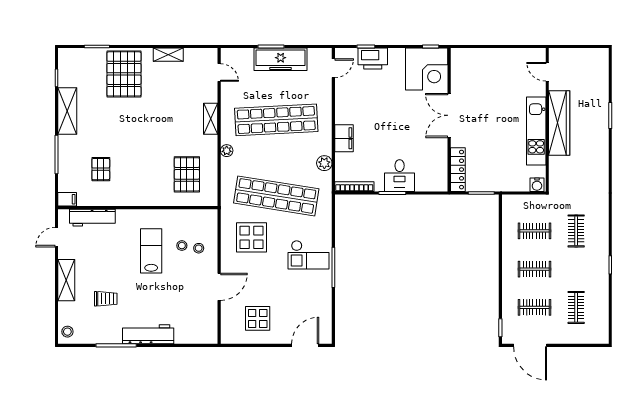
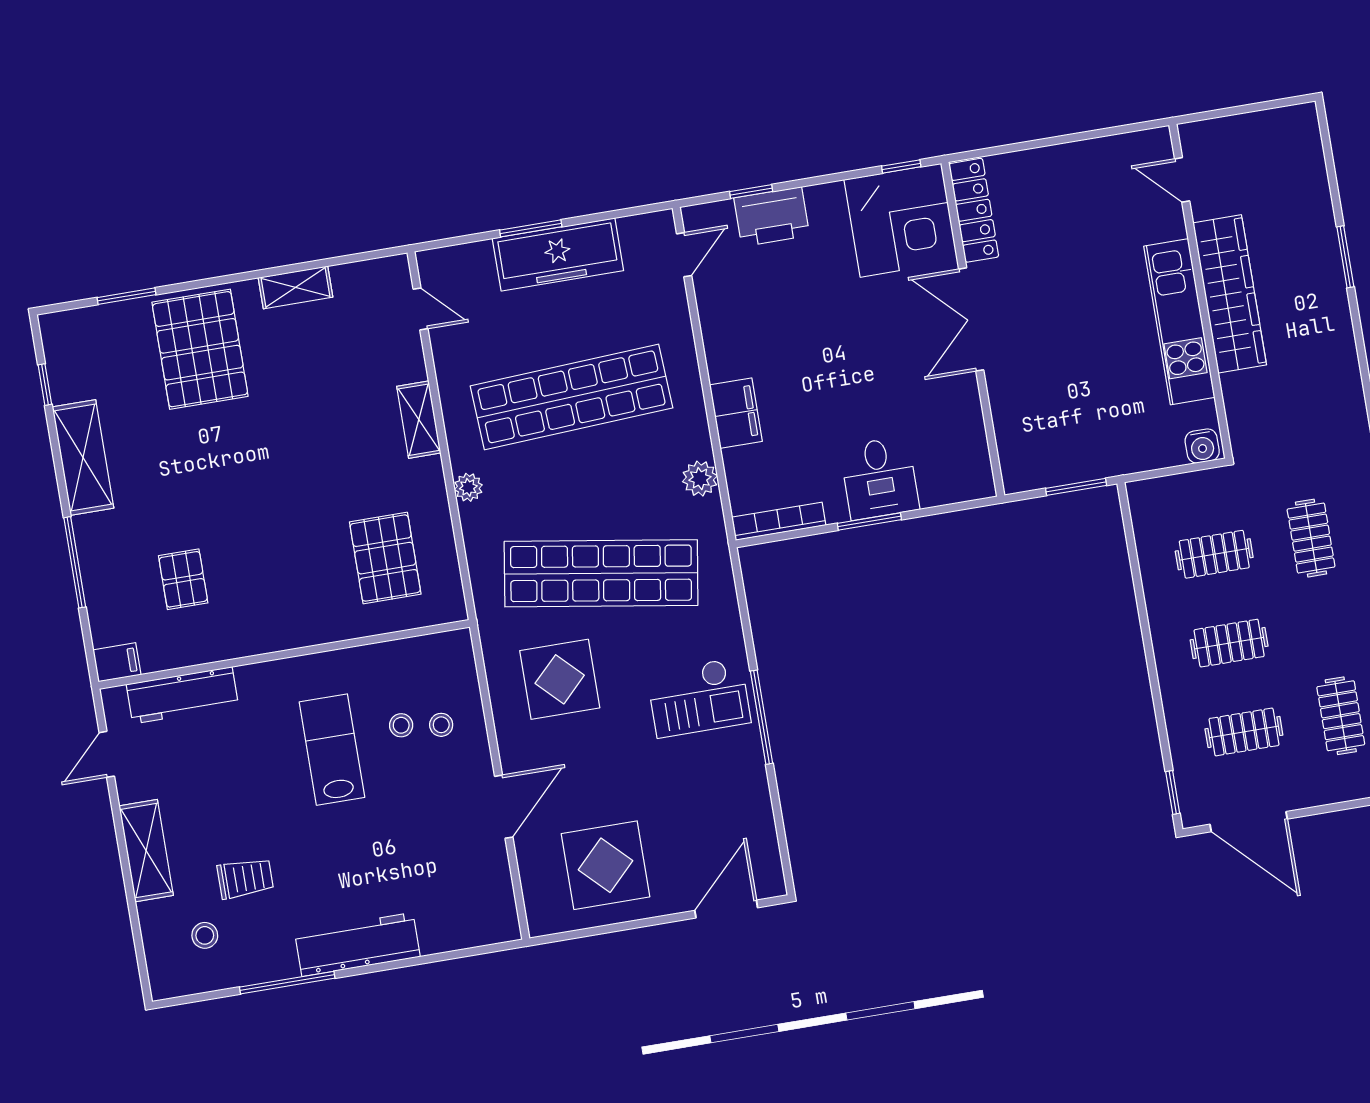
locker: (458, 170) -> (974, 210), moved
display table: (258, 318) -> (606, 865), width x1.36, depth x1.36
stool: (67, 332) -> (205, 935), moved

